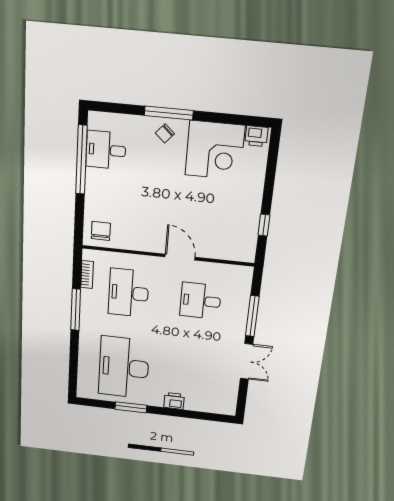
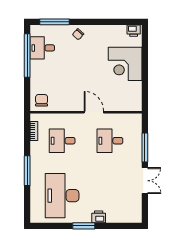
window: (169, 113) -> (54, 22), moved
corner desk: (215, 150) -> (125, 64), moved, turned 90
window: (264, 225) -> (145, 85), removed
desk: (129, 293) -> (62, 141), width x0.73
window: (76, 310) -> (27, 171), moved
window: (131, 407) -> (84, 226), moved

